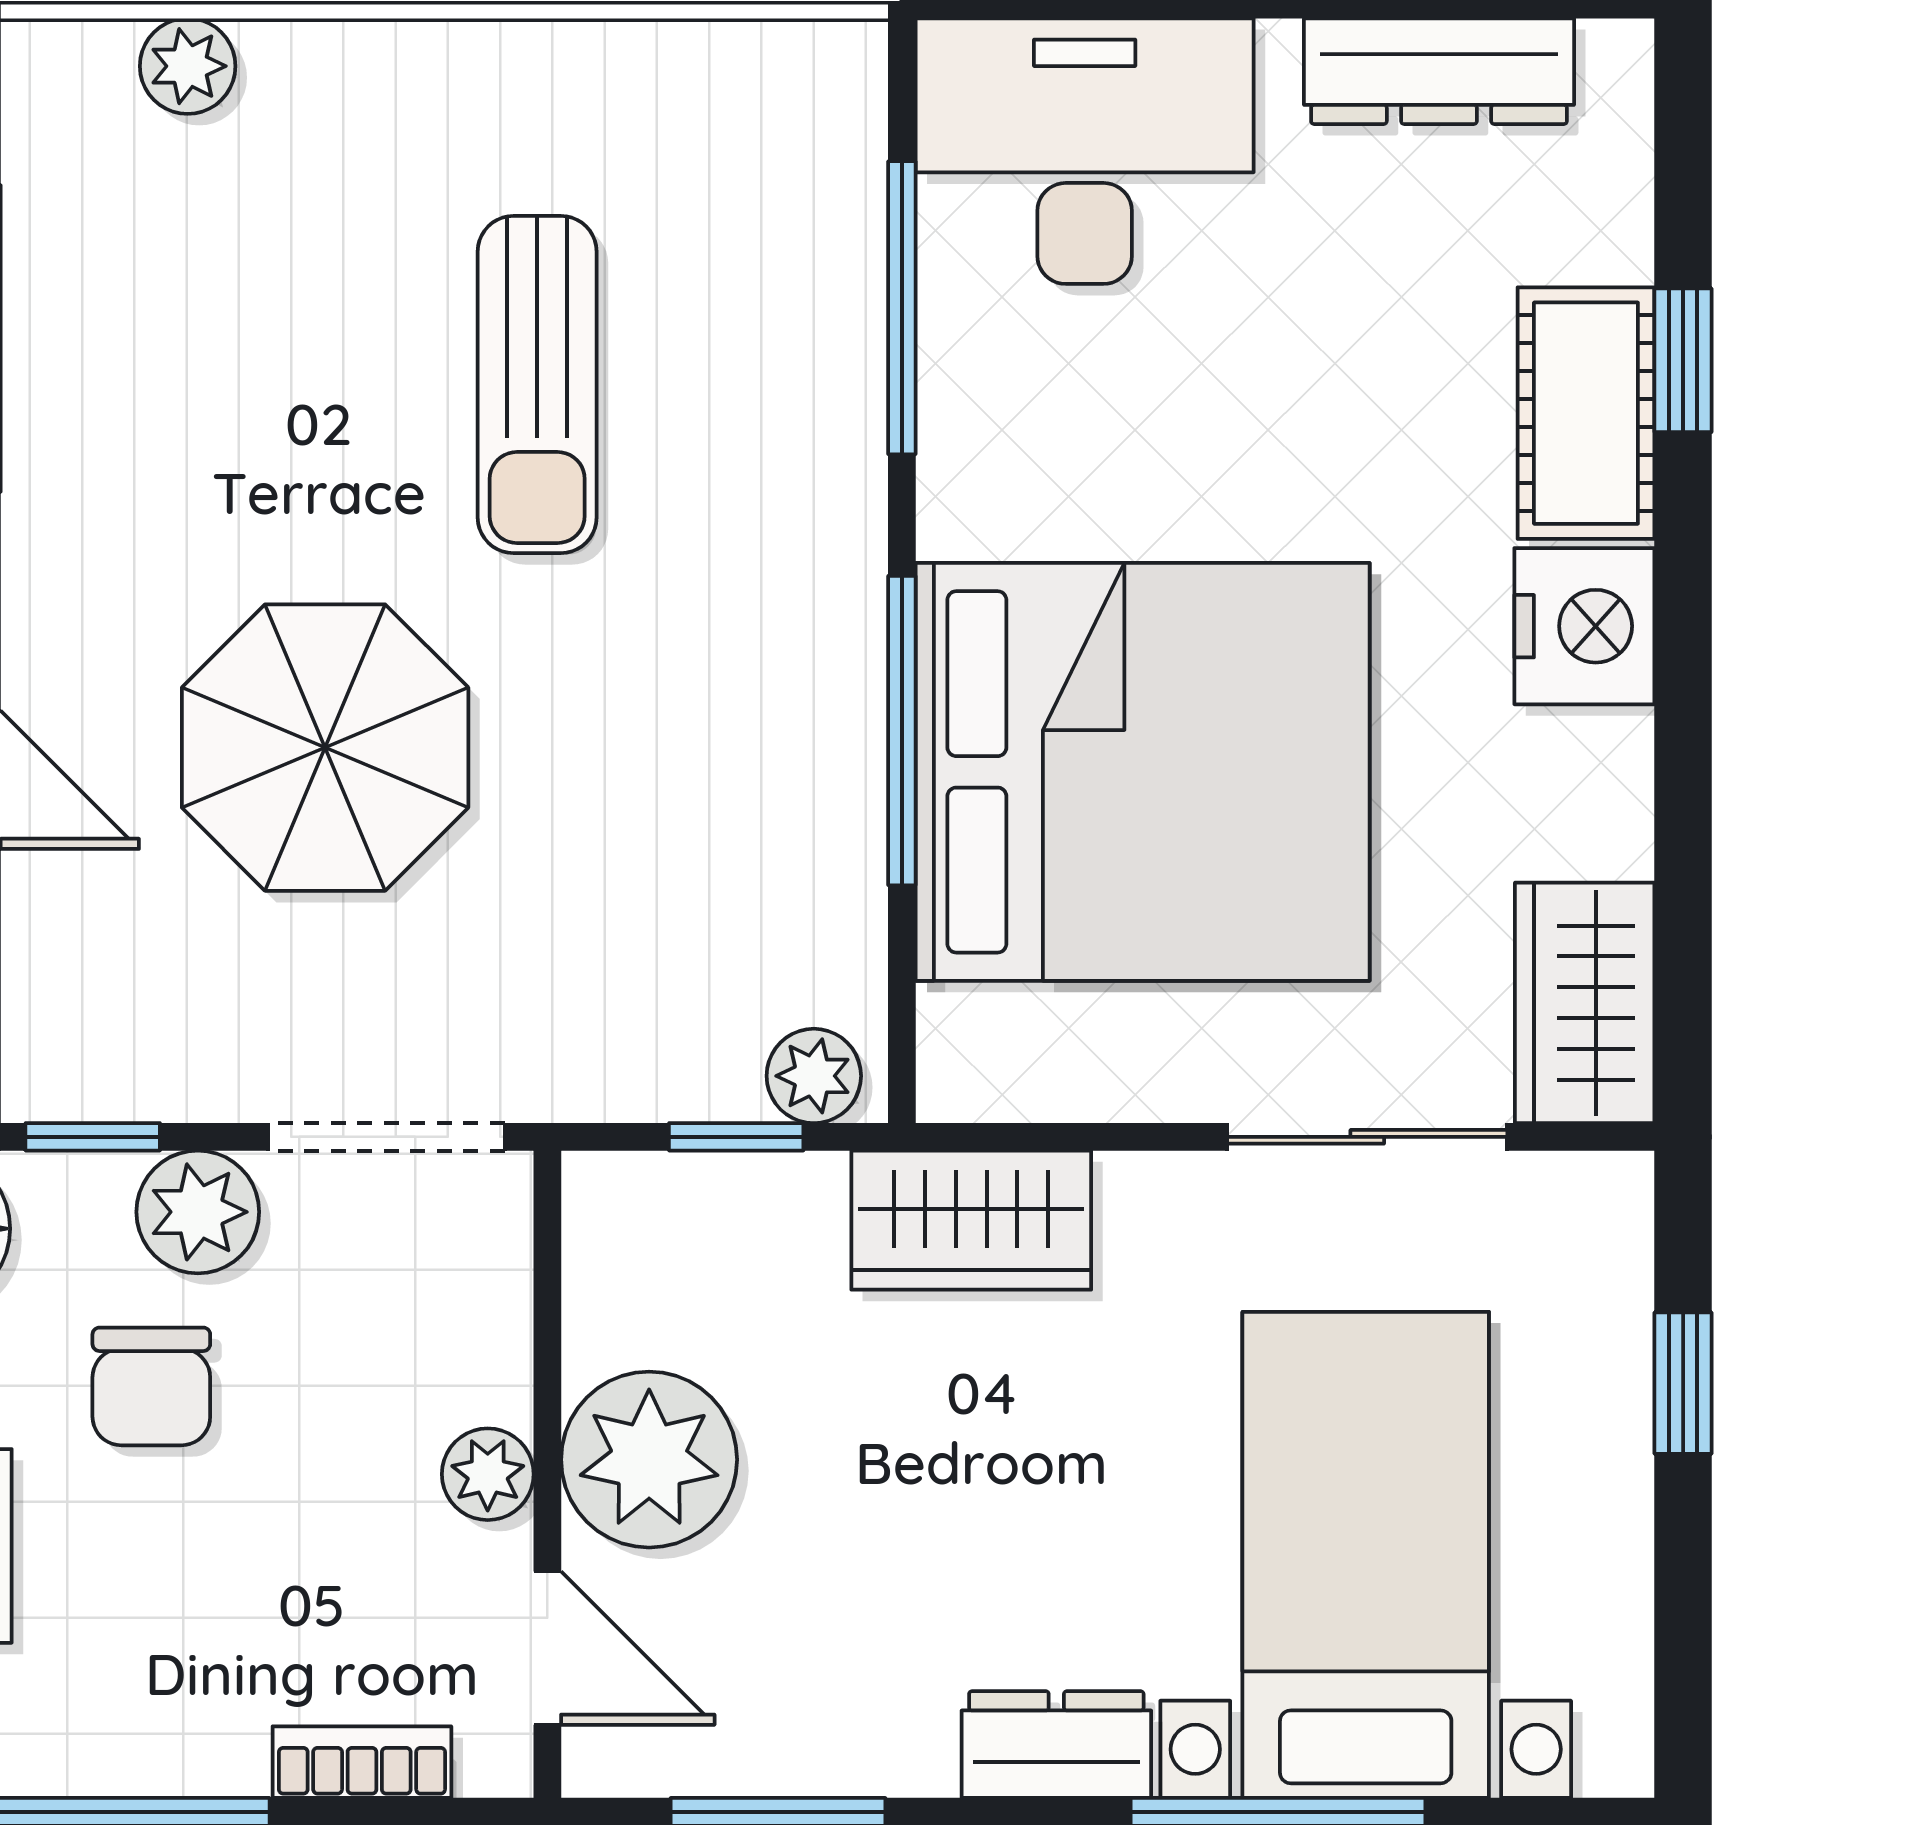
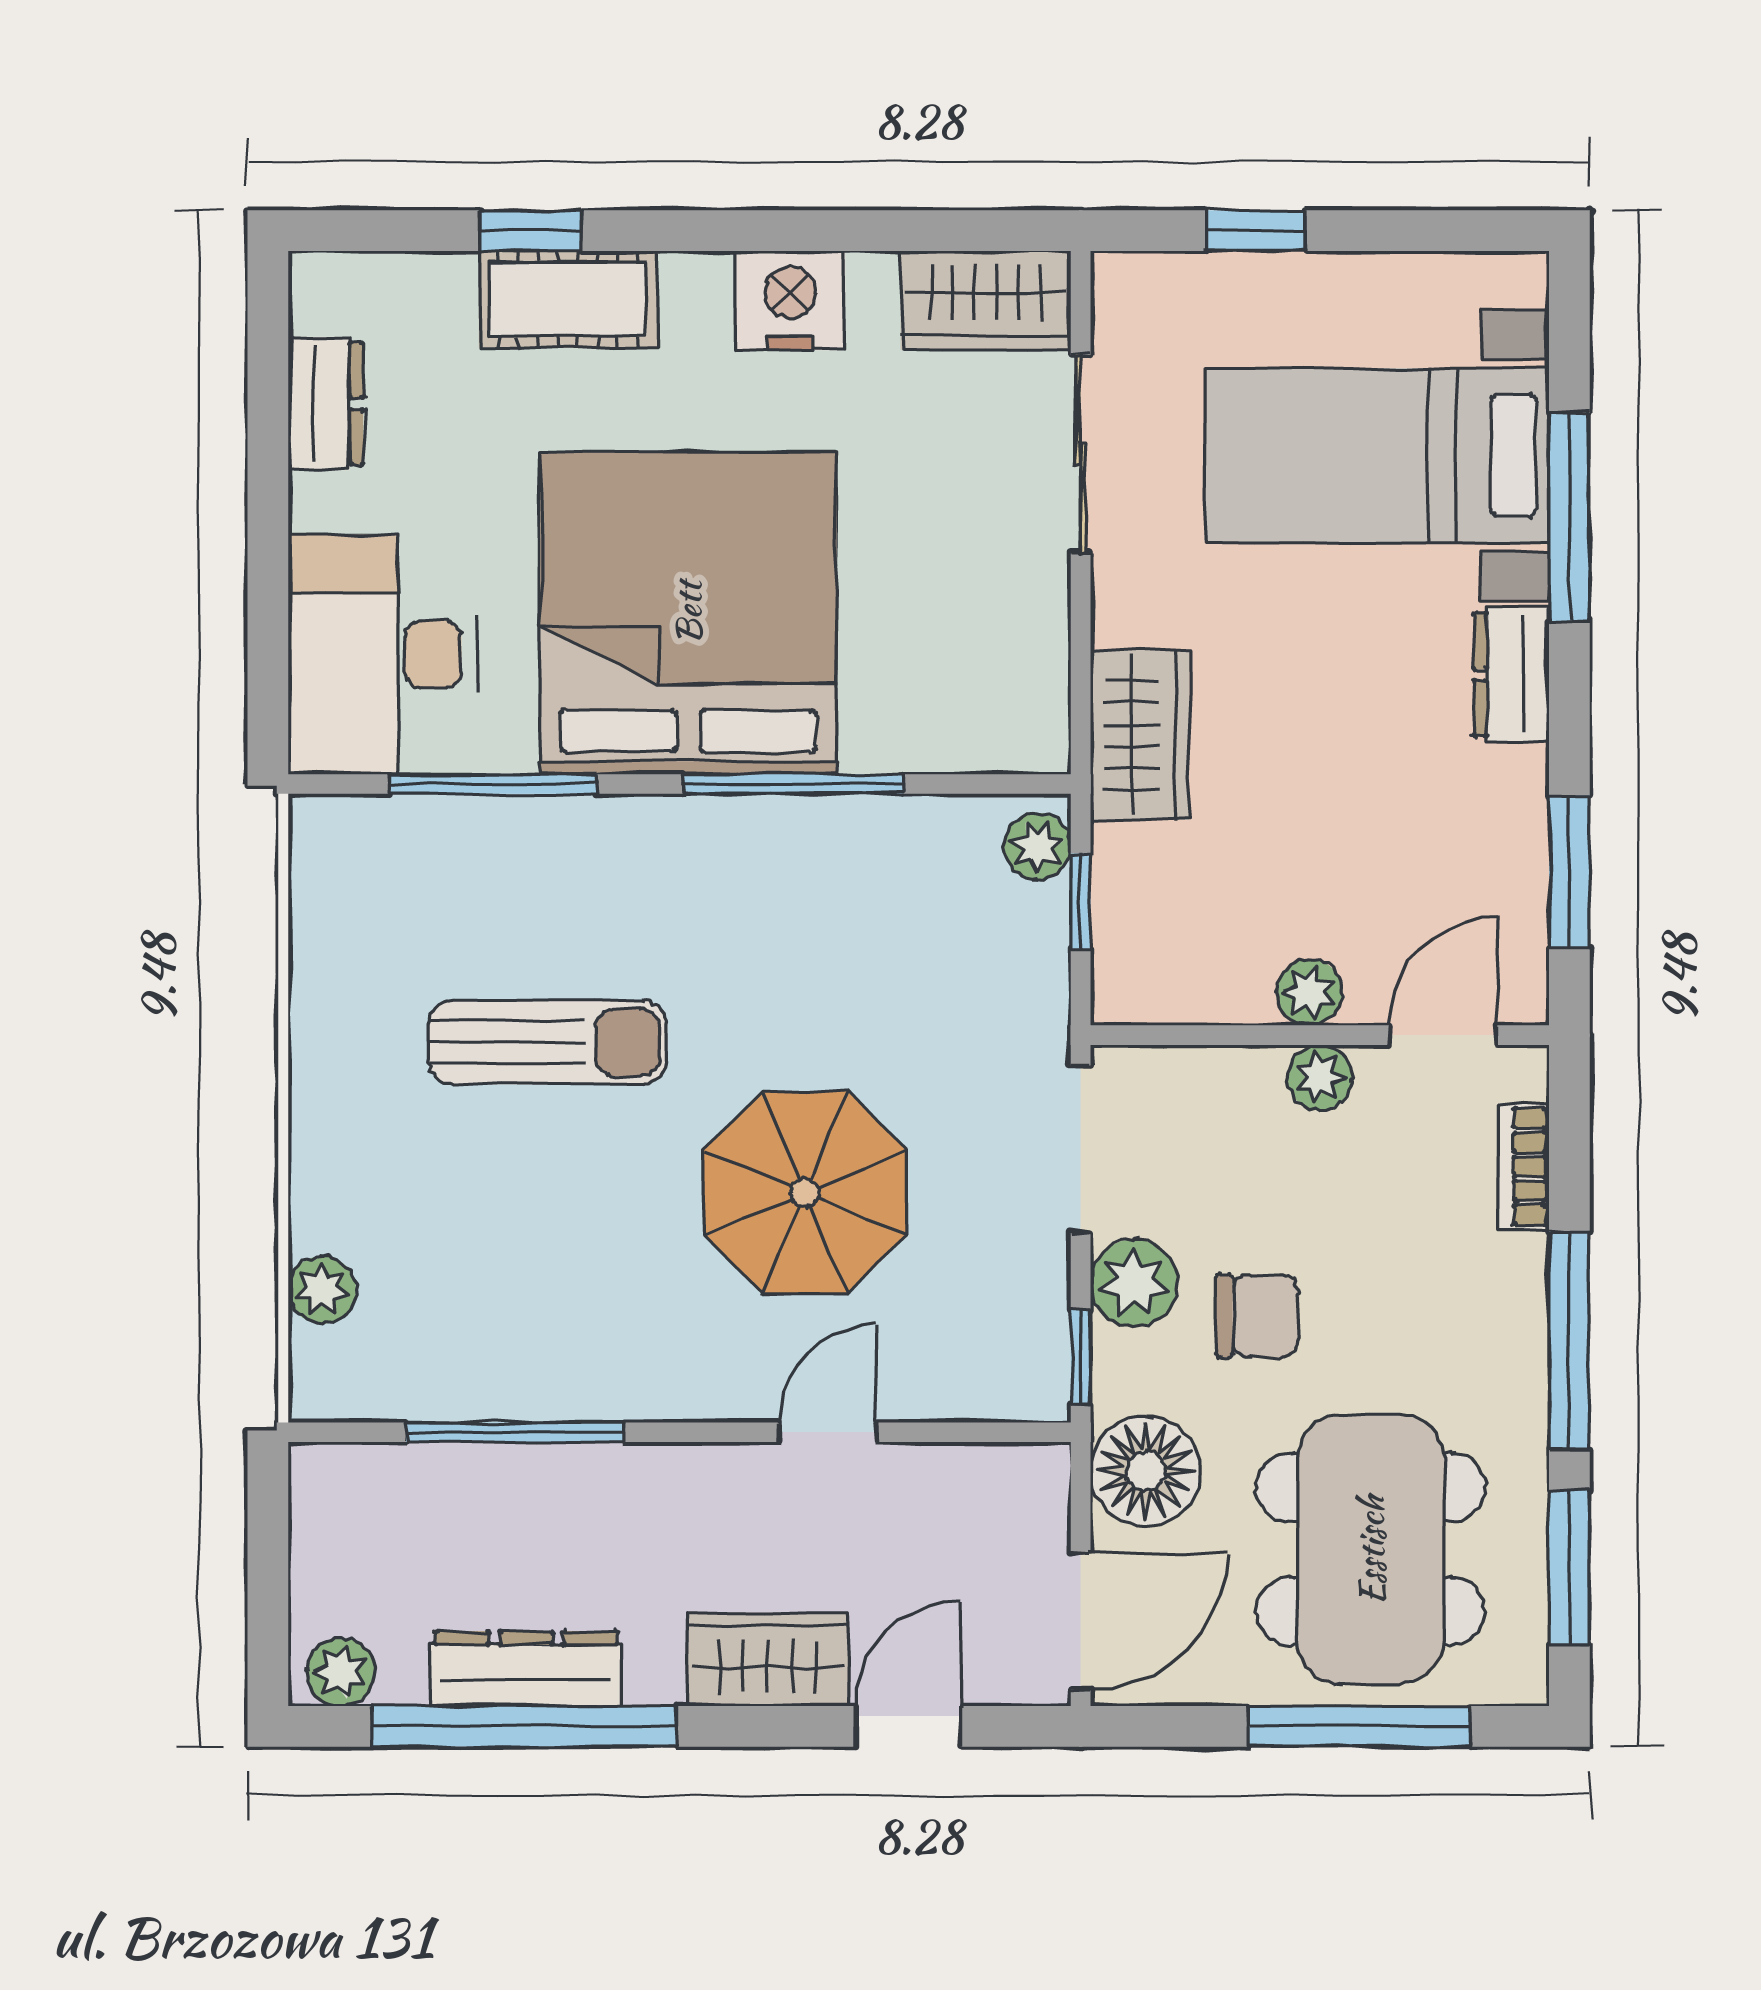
dresser: (1439, 71) -> (326, 403), width x0.70
nightstand: (1584, 626) -> (790, 300), moved
bed: (1143, 772) -> (688, 613), moved
plant: (649, 1460) -> (1309, 992), width x0.53, depth x0.53

